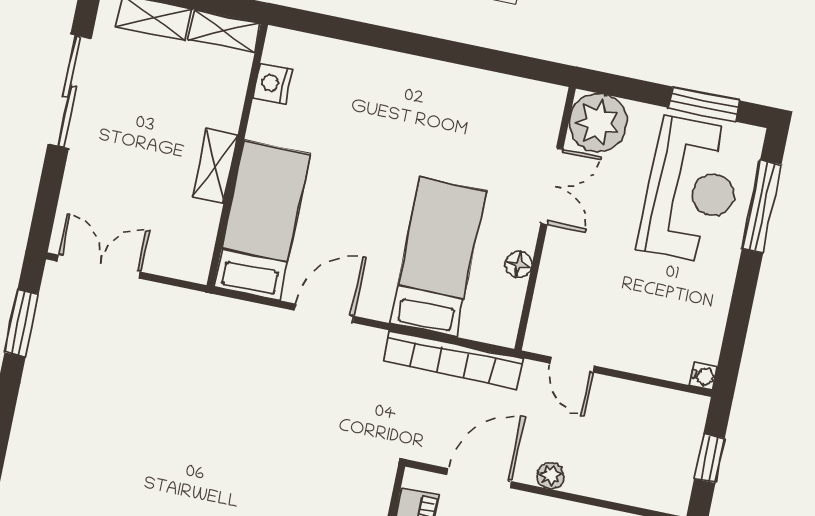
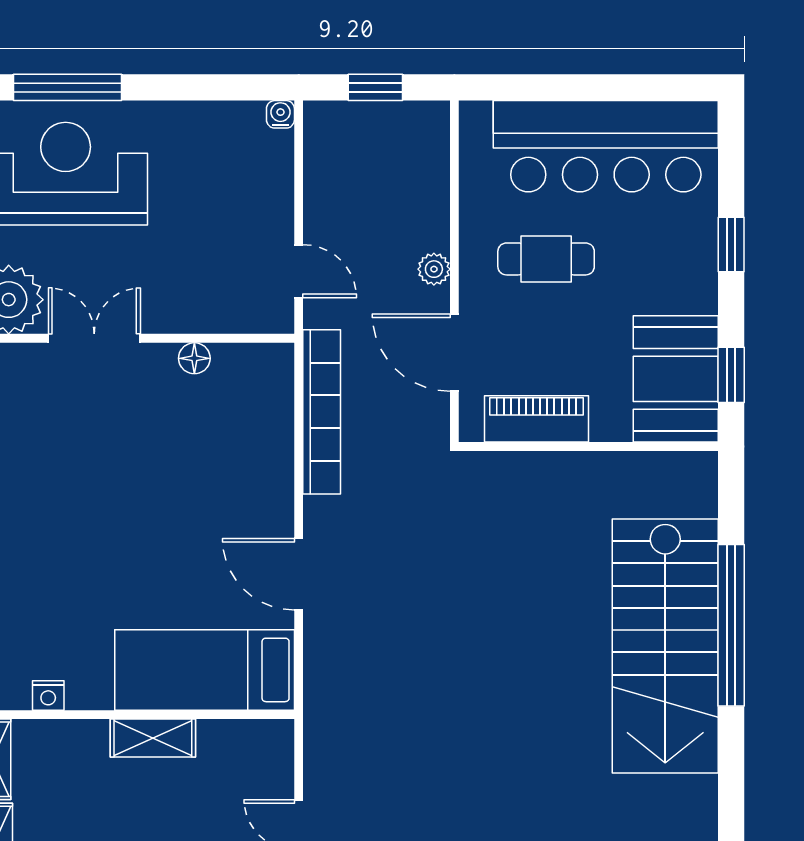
nightstand: (273, 84) -> (48, 695), width x0.72, depth x0.74
bed: (438, 257) -> (205, 454), removed
door: (572, 365) -> (299, 271), hinge flipped

